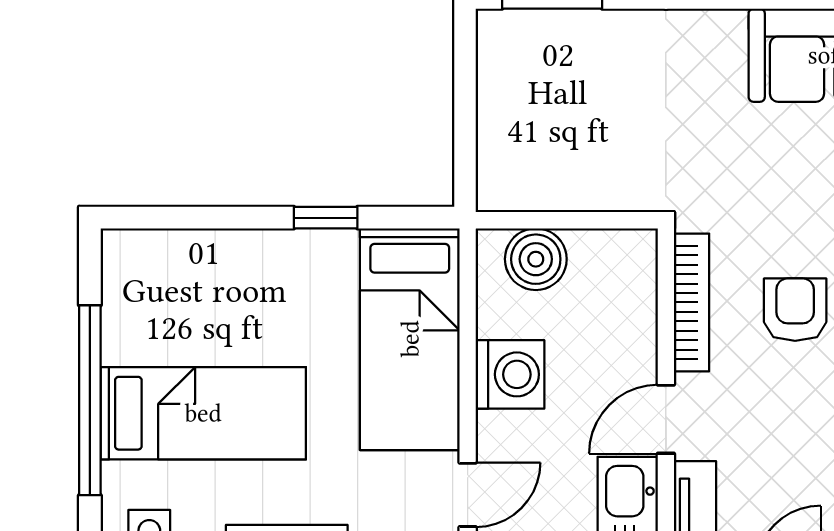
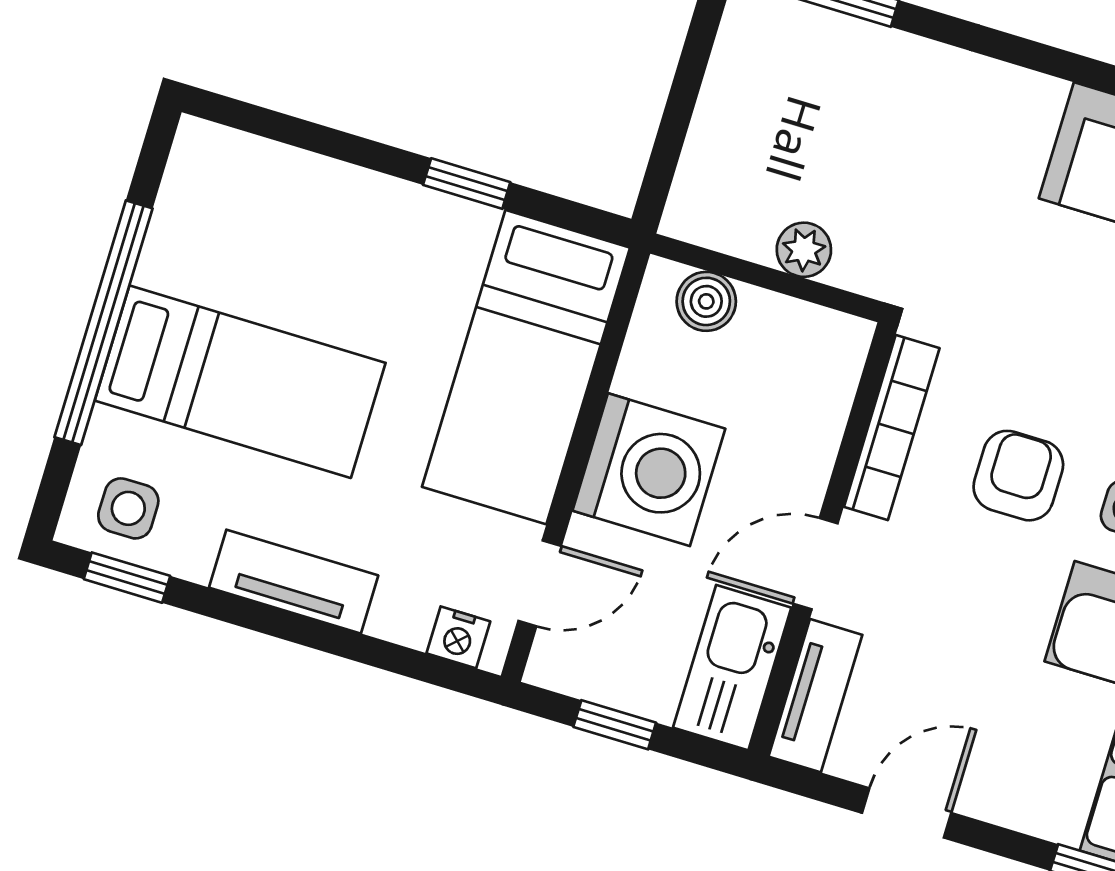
plant: (588, 191) -> (804, 250), added
boiler: (536, 259) -> (706, 301), width x0.73, depth x0.73
washing machine: (510, 374) -> (649, 470), width x1.37, depth x1.37

